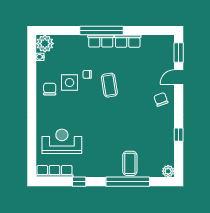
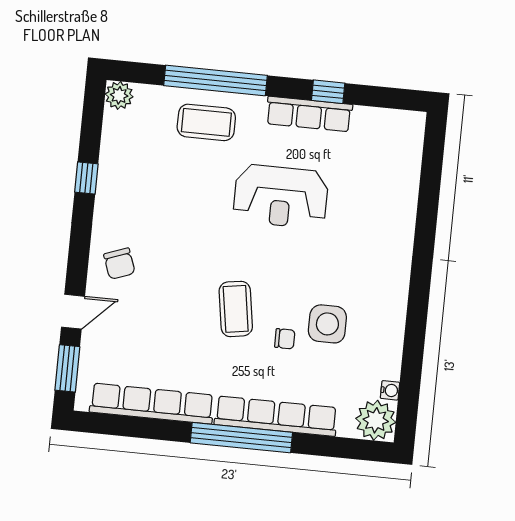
row of seats: (101, 41) -> (276, 416), width x2.02
row of seats: (128, 41) -> (152, 404), width x2.02
chair: (50, 89) -> (375, 313), removed
reception desk: (62, 141) -> (281, 196), moved
coffee table: (130, 163) -> (206, 122), turned 90
row of seats: (55, 171) -> (309, 114), moved

